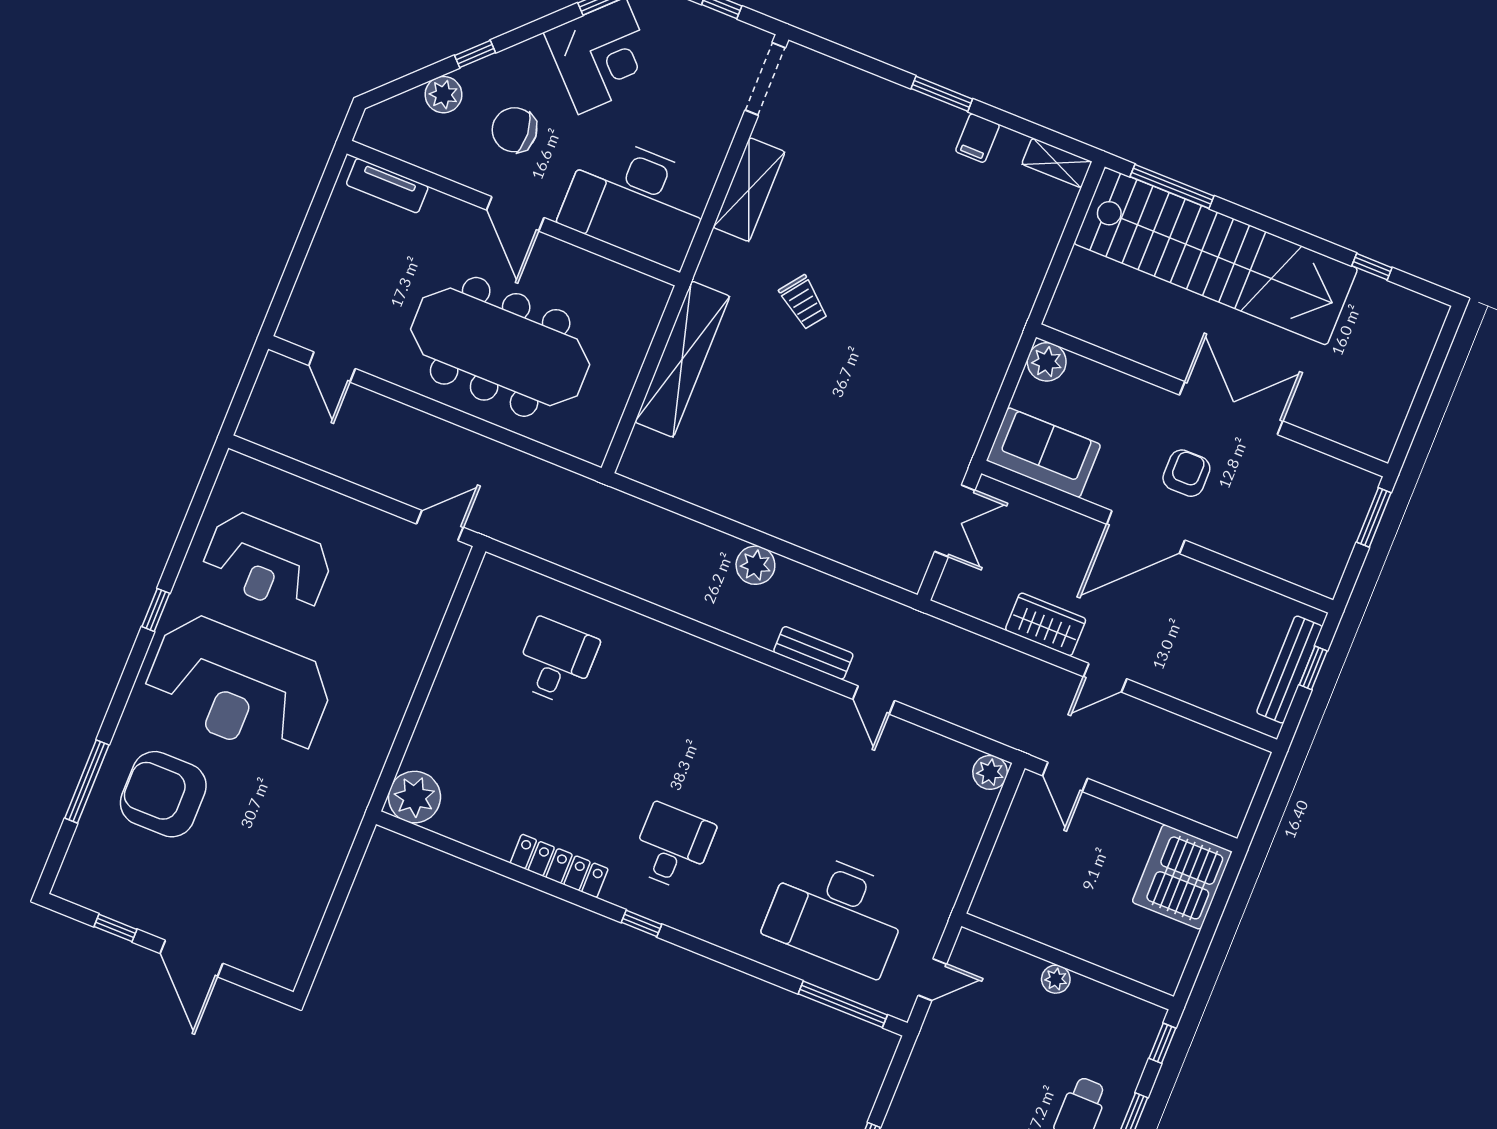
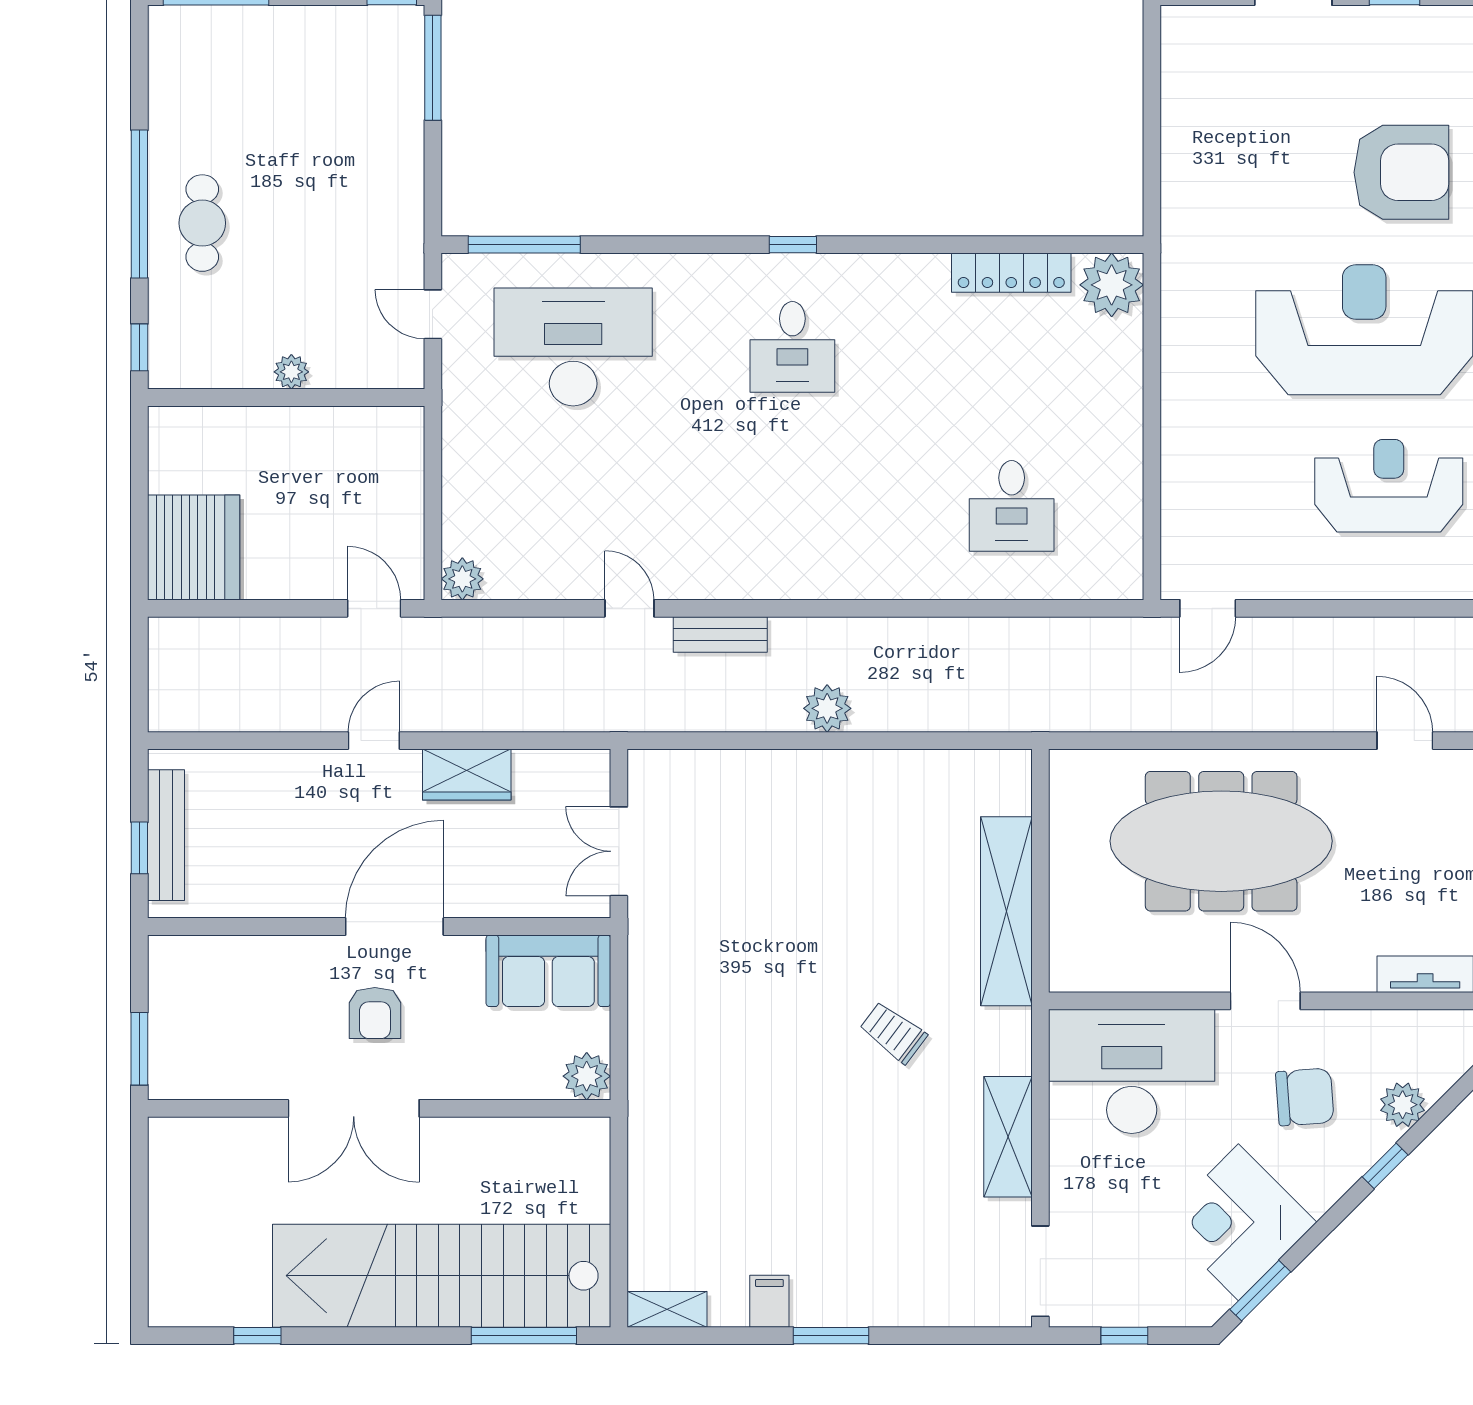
locker: (559, 866) -> (1011, 273), moved
door: (932, 980) -> (433, 314), hinge flipped

